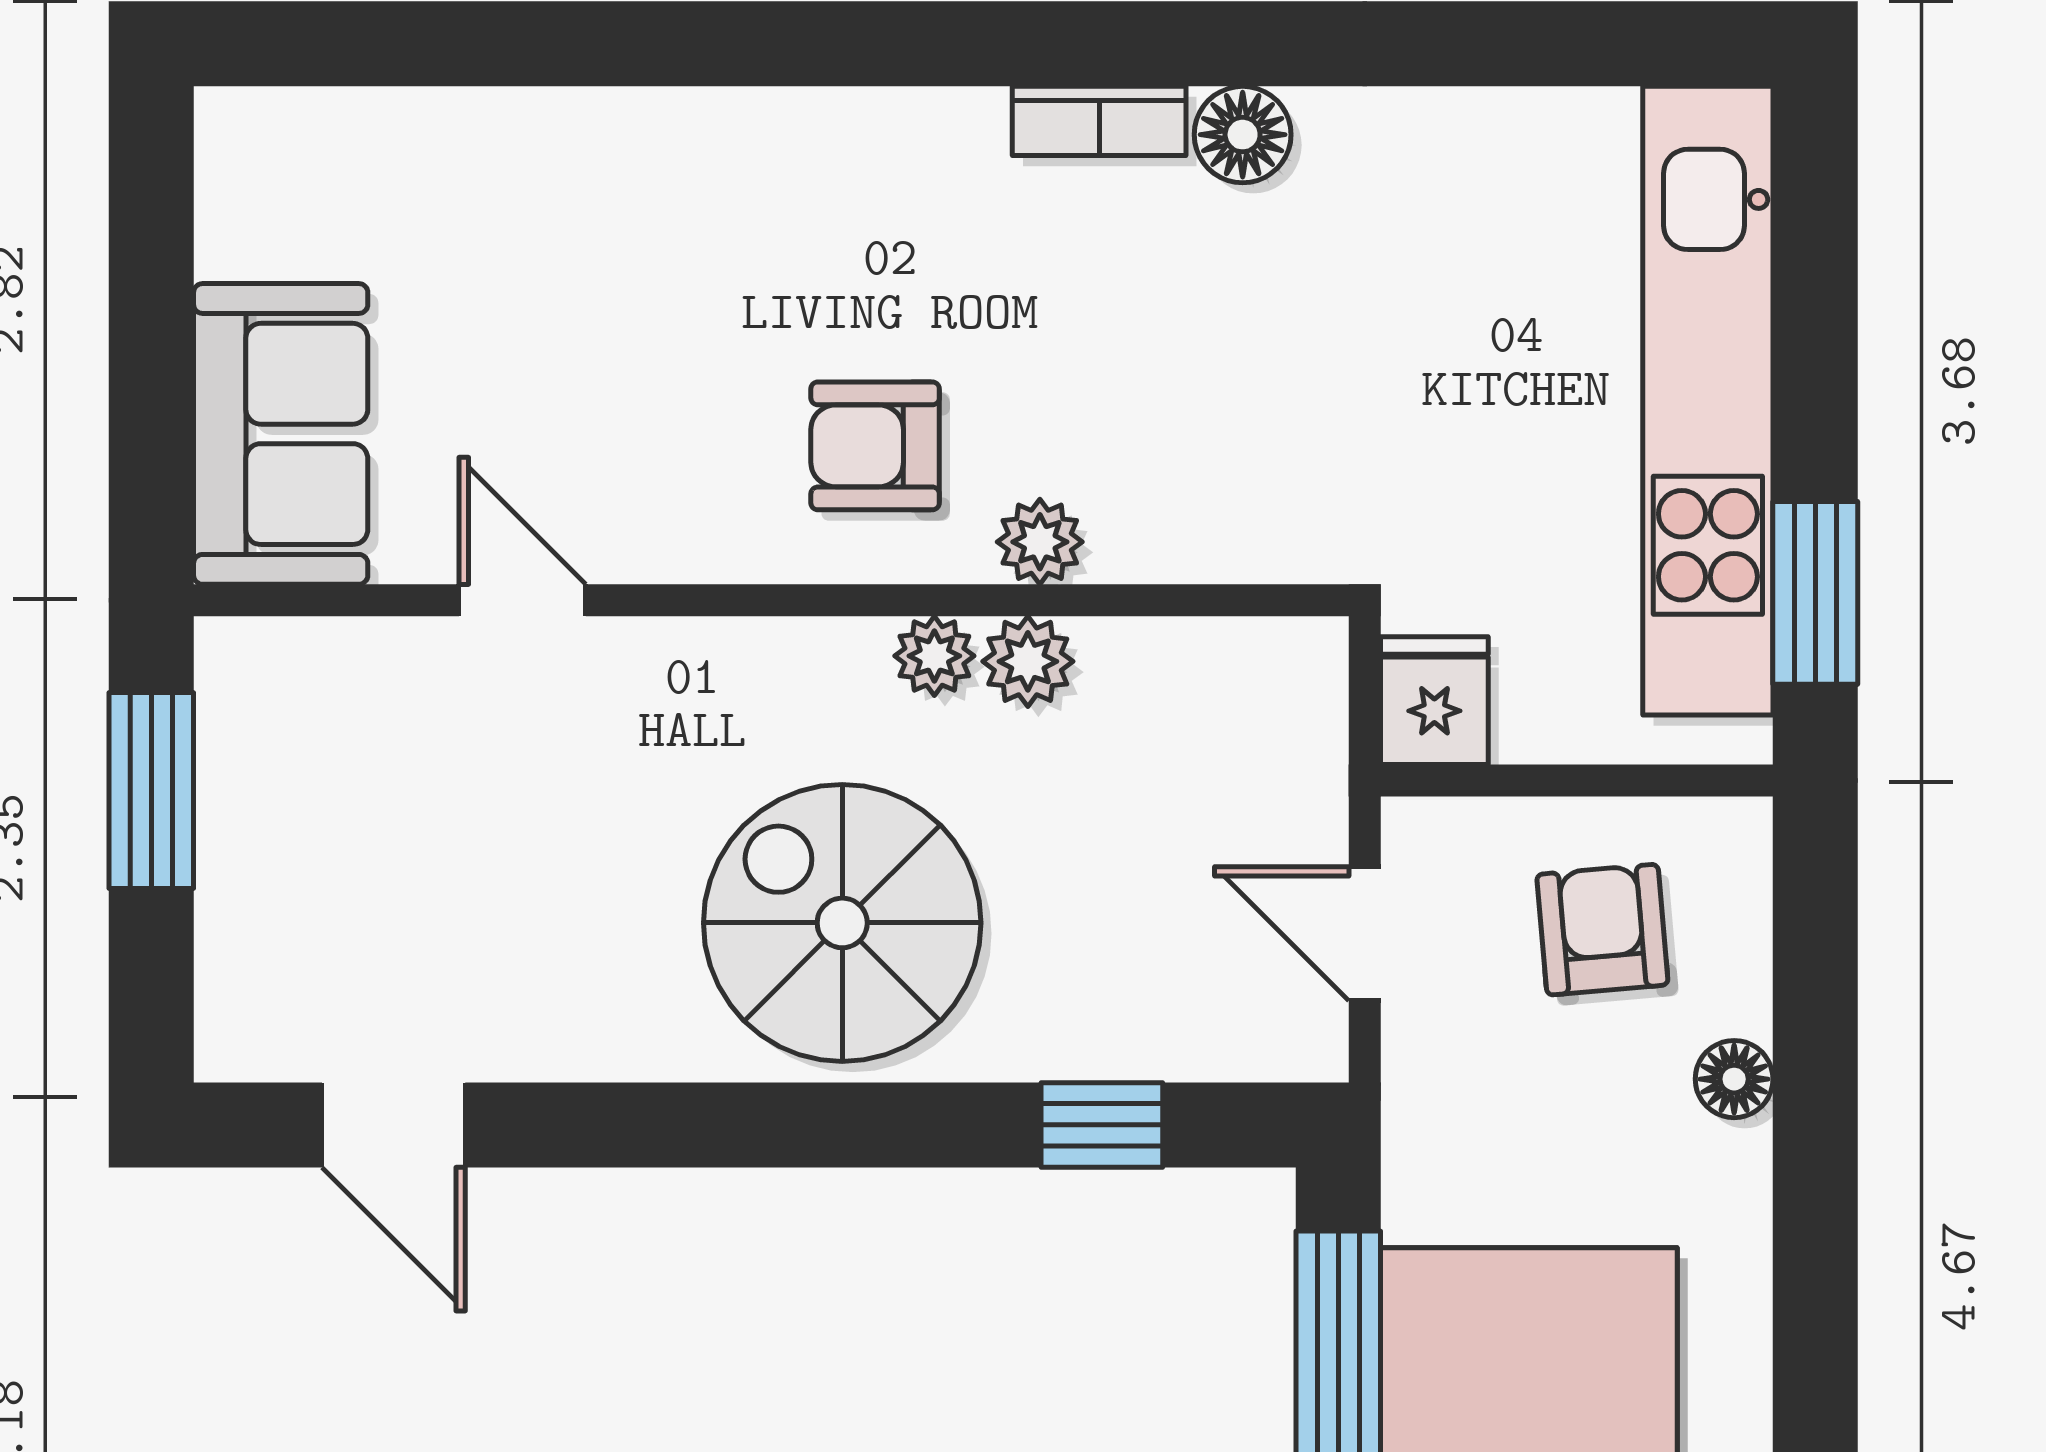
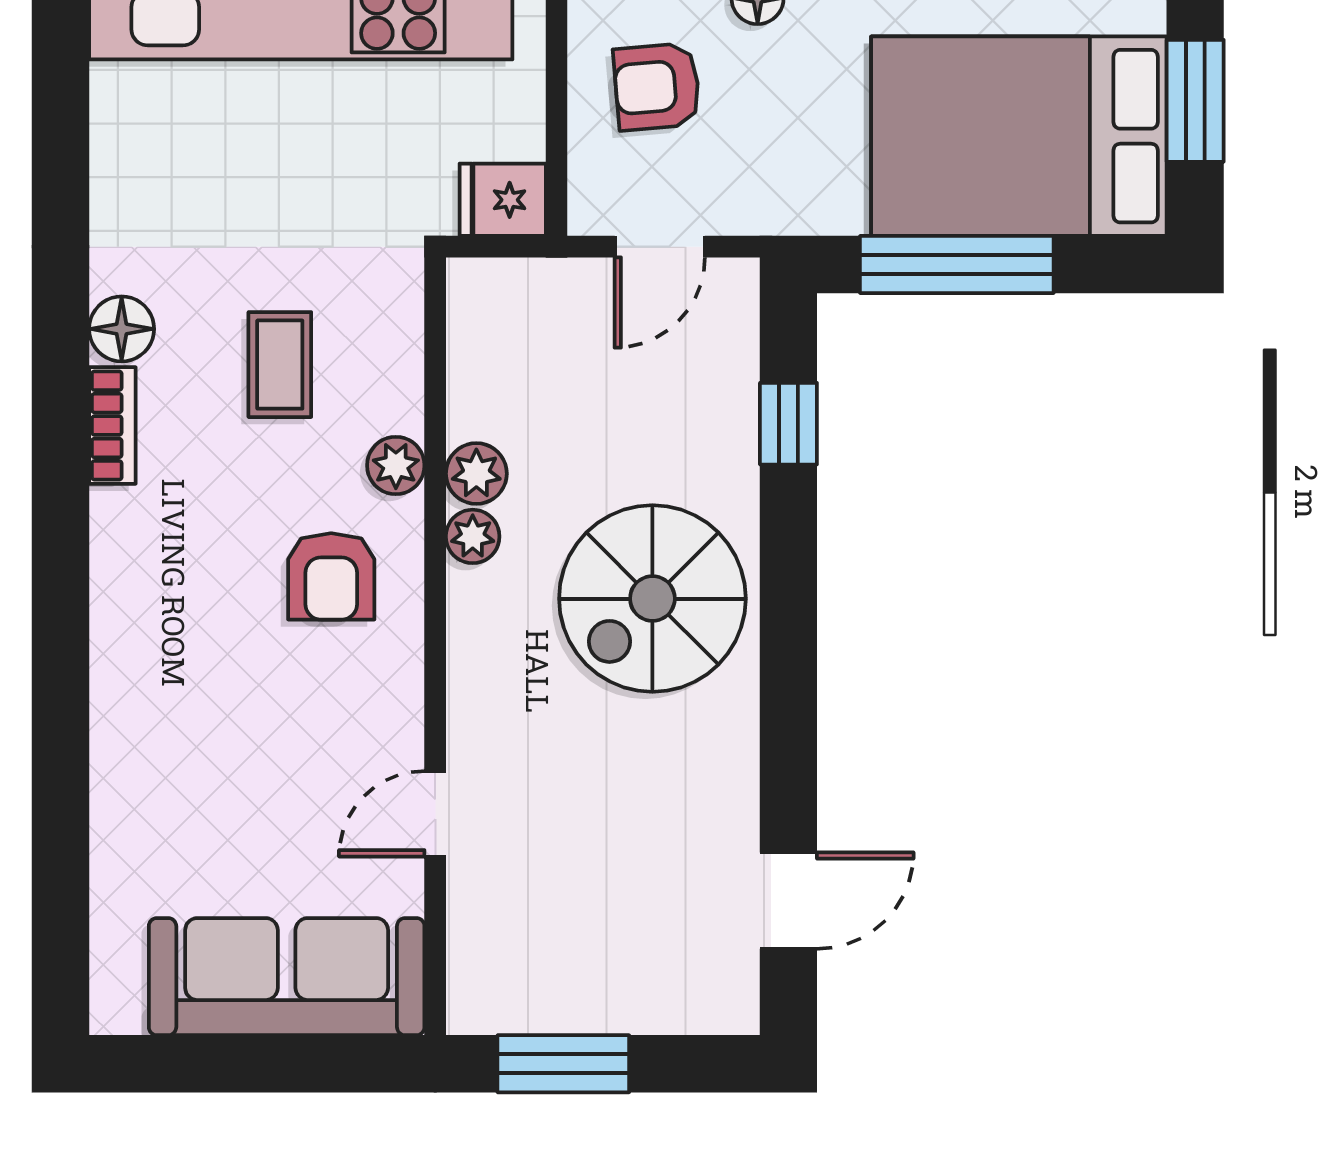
coffee table: (1190, 370) -> (280, 365), added
sofa: (281, 434) -> (287, 977), width x1.36

